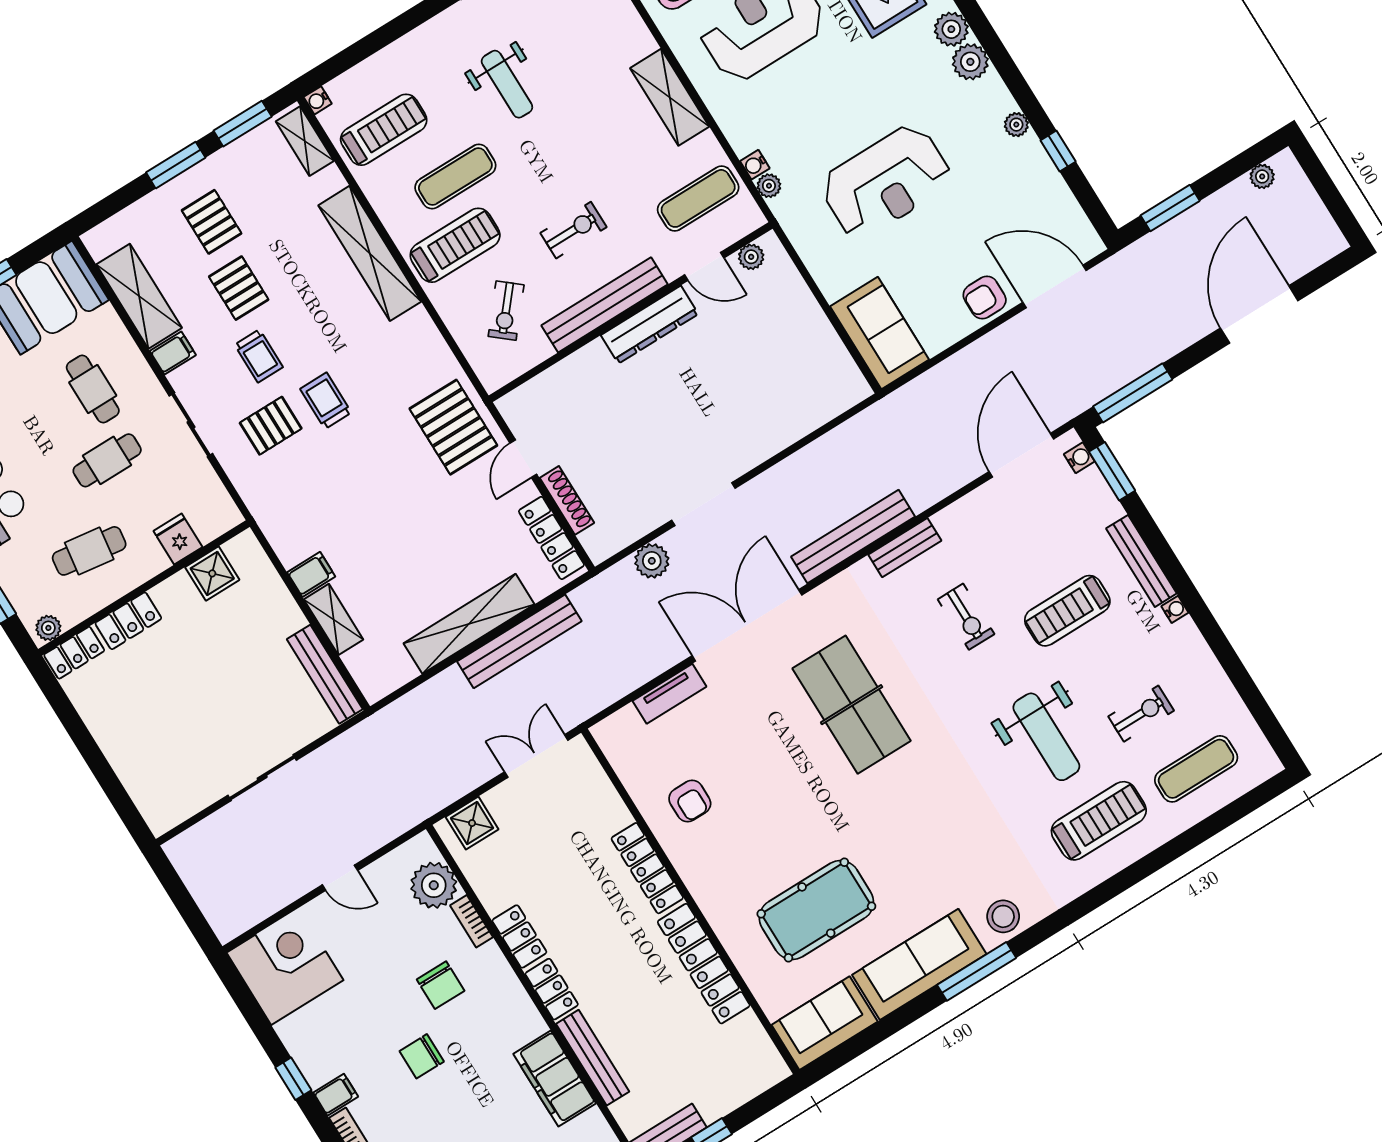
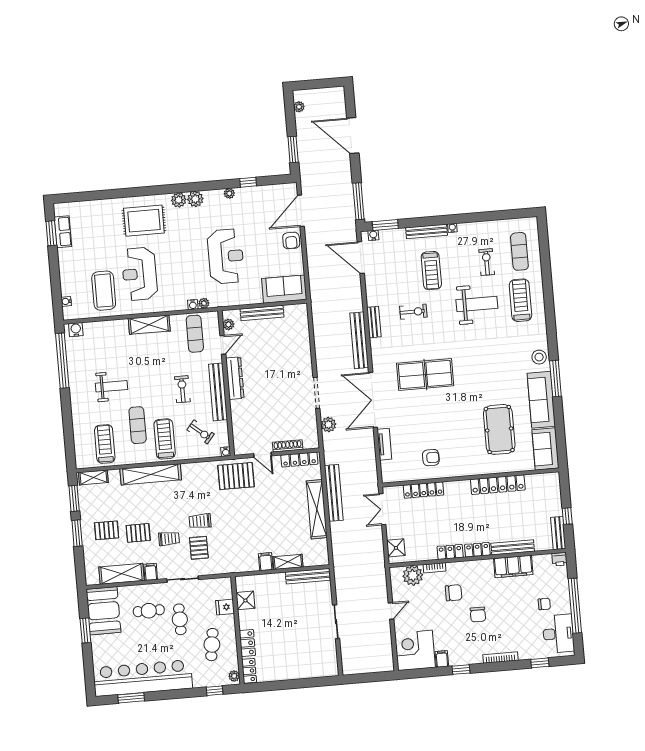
water cooler: (318, 100) -> (226, 452), moved
bench: (809, 313) -> (262, 313), added
locker: (647, 868) -> (423, 490), moved
filing cabinet: (336, 1095) -> (442, 659), moved

